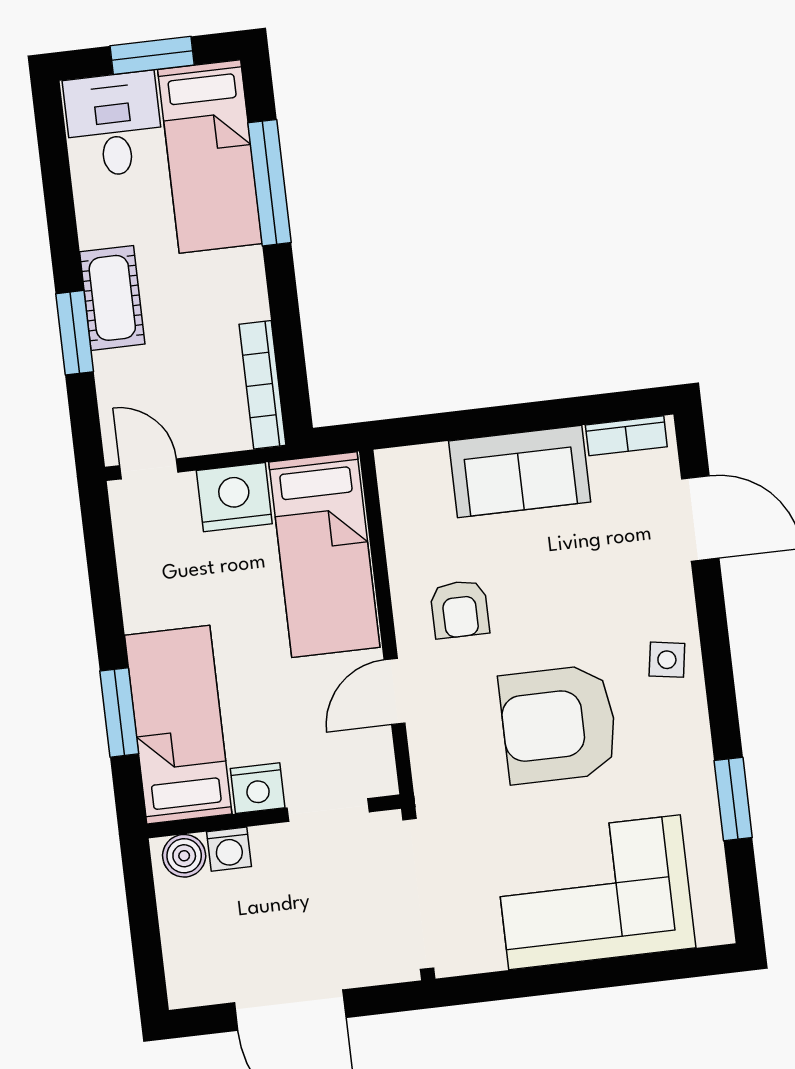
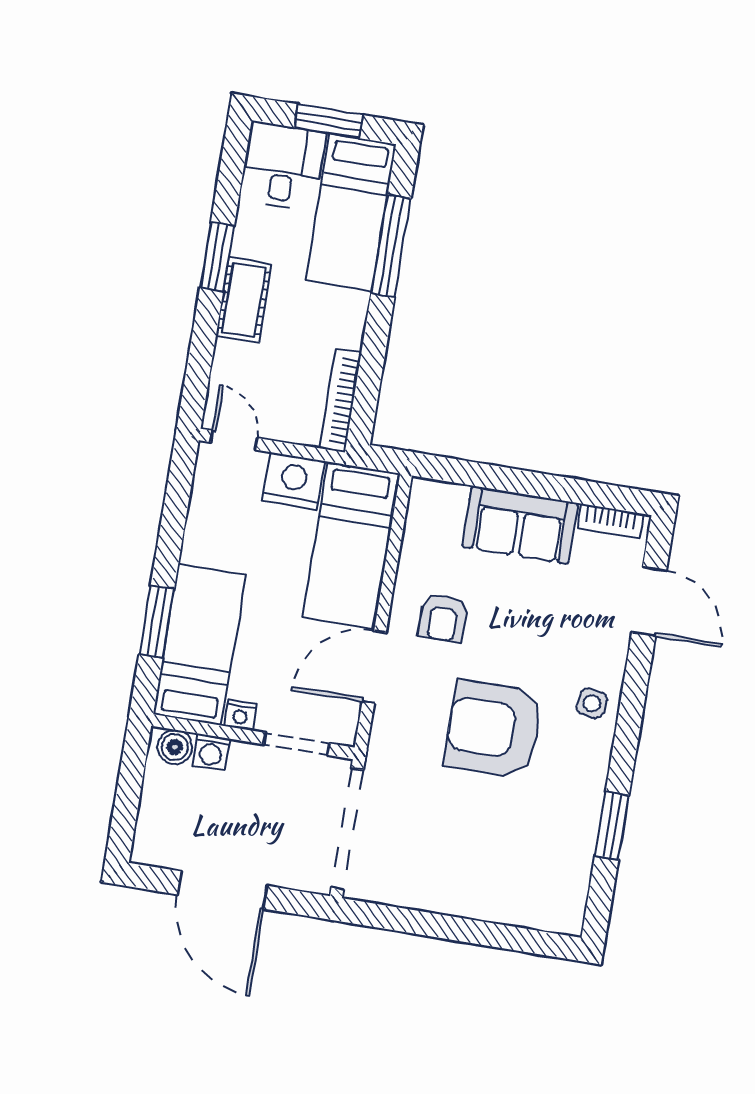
window: (75, 333) -> (217, 256), moved
door: (395, 692) -> (374, 667), width x1.38
nightstand: (258, 788) -> (240, 715), width x0.72, depth x0.74
corner sofa: (595, 892) -> (484, 867), removed

